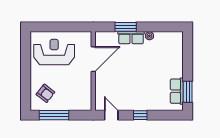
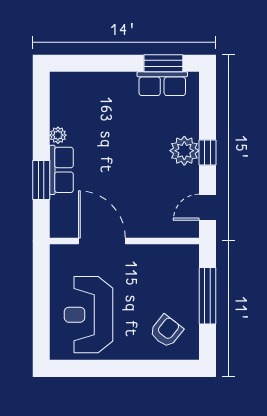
plant: (141, 103) -> (184, 151), added
window: (54, 115) -> (207, 296), moved

